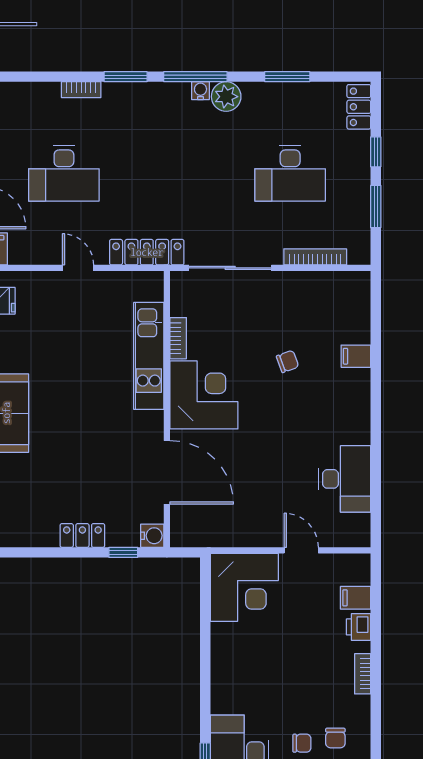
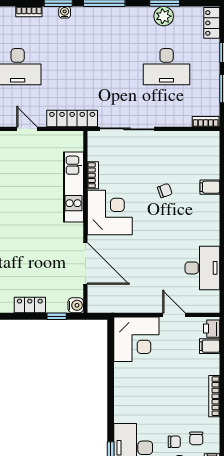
water cooler: (200, 91) -> (65, 12), moved
plant: (226, 97) -> (164, 16), moved
bookcase: (315, 257) -> (206, 122), moved, width x0.64
printer: (359, 627) -> (212, 329), moved
bookcase: (363, 674) -> (214, 396), width x1.56

